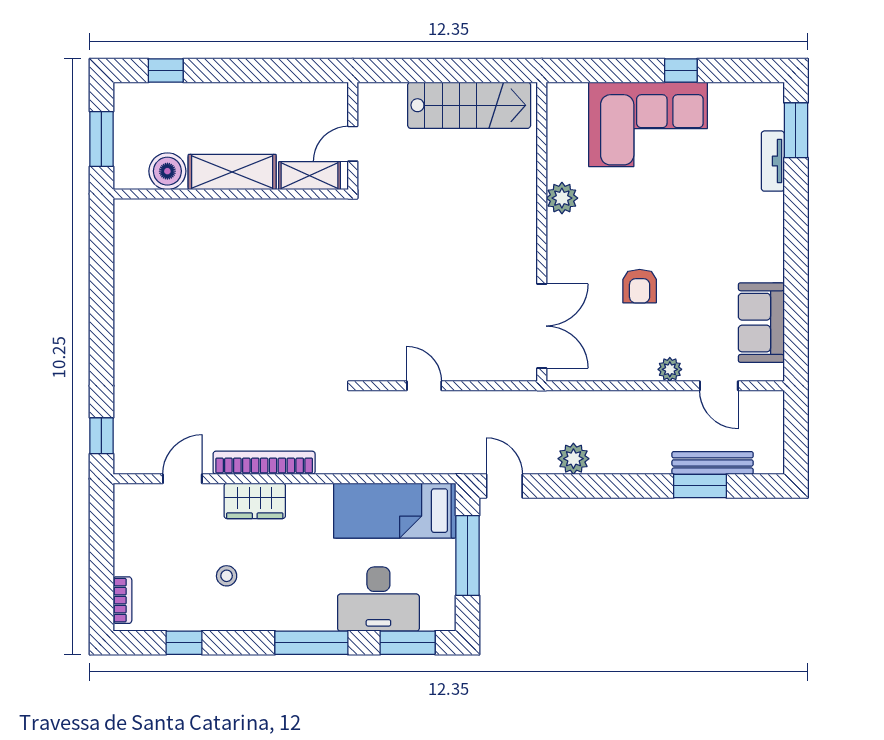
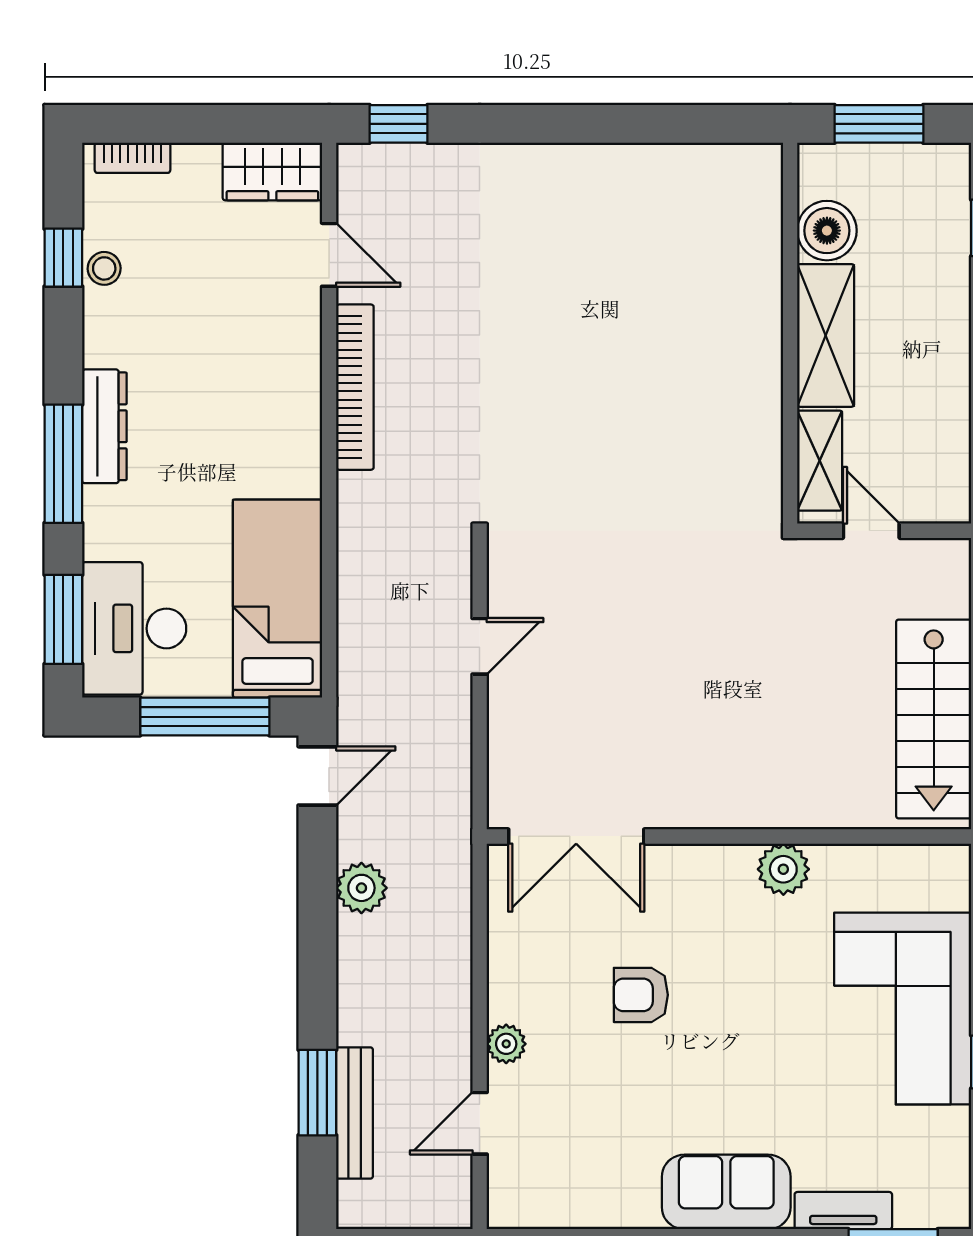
sofa: (761, 323) -> (726, 1192), moved
wardrobe: (255, 501) -> (272, 172), moved, turned -90
stool: (227, 576) -> (104, 268), moved
desk: (378, 599) -> (134, 628), moved
dresser: (288, 617) -> (104, 426), added

